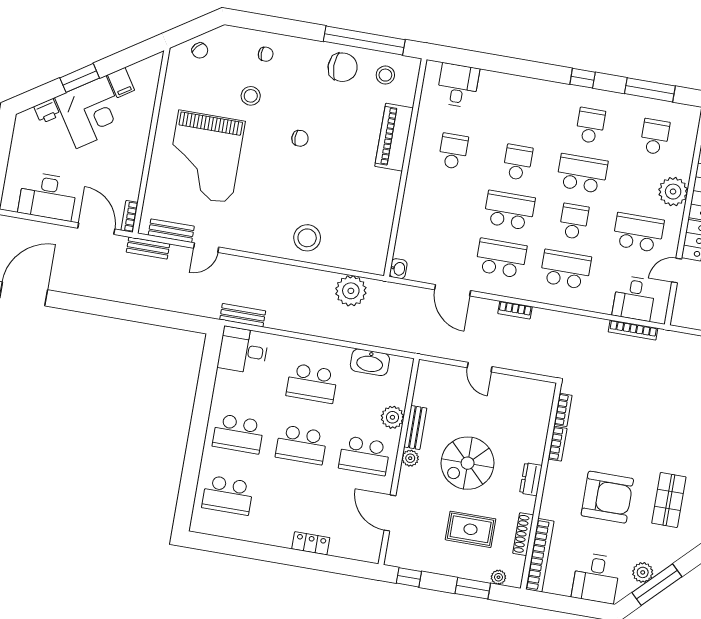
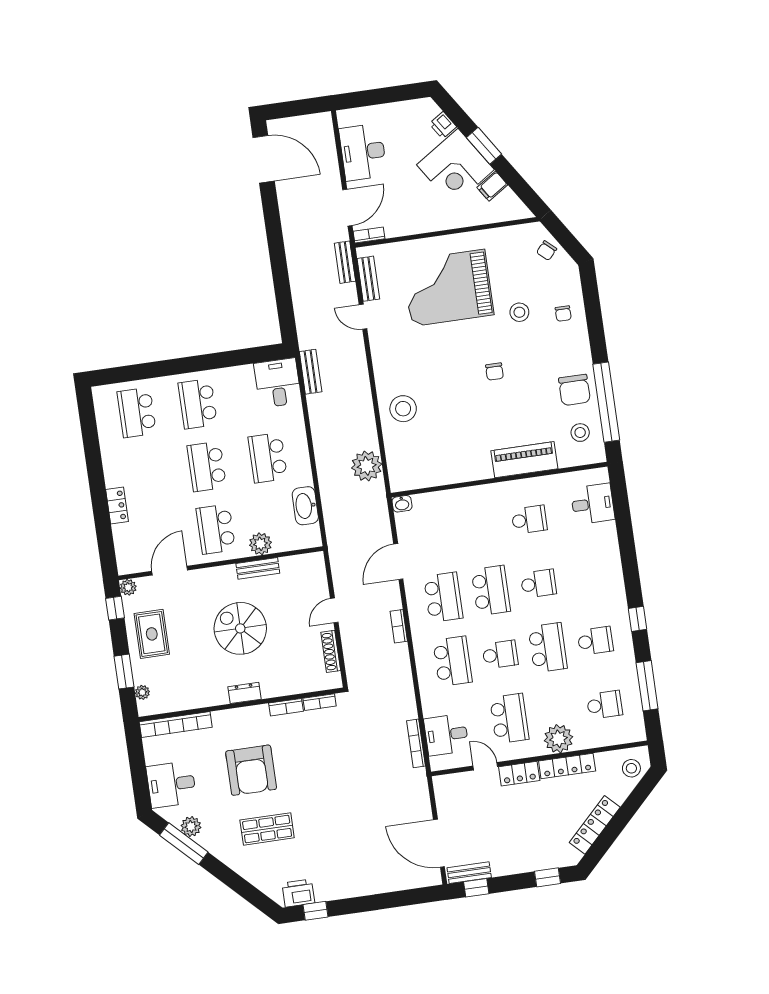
plant: (410, 458) -> (128, 587), moved
rug: (471, 529) -> (152, 634), moved
shoe rack: (523, 534) -> (331, 651), moved, turned -90

